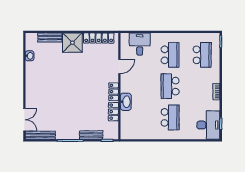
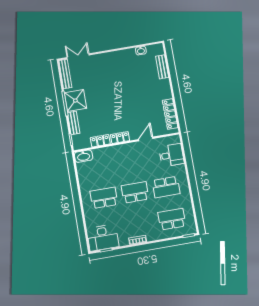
shower: (72, 43) -> (75, 101), moved
school desk: (202, 55) -> (172, 219), turned 180
door: (119, 66) -> (146, 139), swing flipped
washbasin: (126, 102) -> (84, 156), moved
school desk: (170, 117) -> (104, 198), turned 180
double door: (24, 120) -> (78, 56), swing flipped

